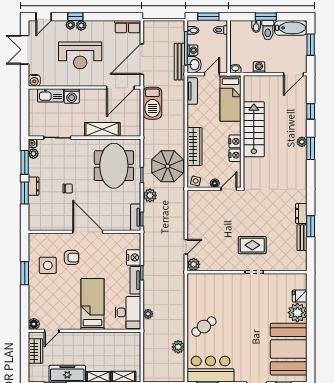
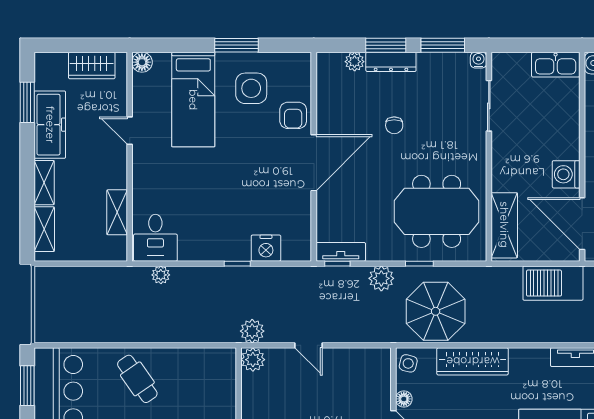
kitchen sink: (50, 95) -> (556, 65), moved, turned -90
washing machine: (72, 96) -> (566, 174), moved
shelving: (102, 129) -> (504, 225), moved
plant: (33, 154) -> (355, 62), moved
dresser: (34, 186) -> (391, 62), width x1.44
door: (186, 247) -> (309, 345), moved
armchair: (72, 258) -> (293, 115), moved
tv unit: (135, 280) -> (224, 251), removed
bed: (93, 304) -> (193, 100), moved, turned 90
desk: (128, 312) -> (155, 238), width x0.73
door: (52, 331) -> (130, 131), moved
shelving: (114, 337) -> (117, 212), added
plant: (178, 347) -> (252, 331), moved

